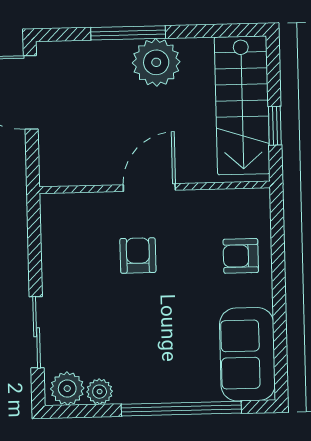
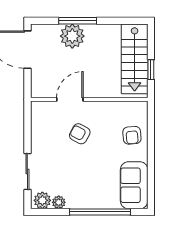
plant: (156, 62) -> (72, 36), moved
door: (149, 187) -> (70, 99), moved
armchair: (138, 255) -> (80, 134), turned -62
armchair: (241, 256) -> (132, 135), turned -95

